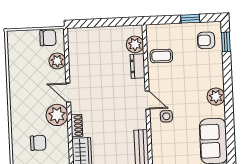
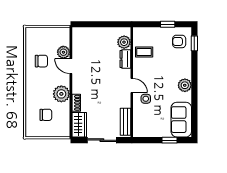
chair: (48, 38) -> (41, 61), moved
door: (68, 93) -> (71, 66), moved

